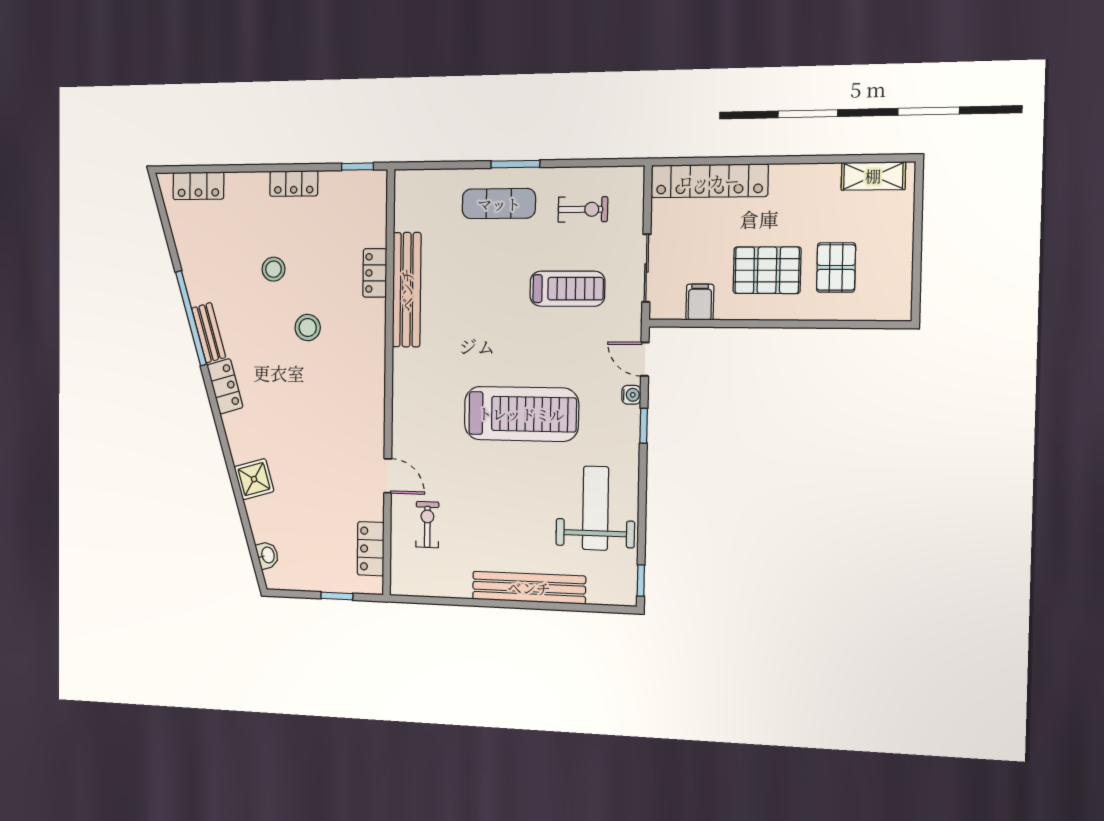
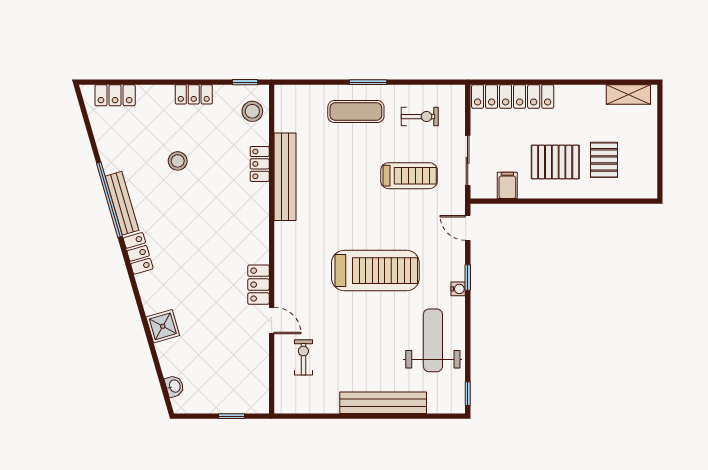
stool: (308, 328) -> (252, 111), moved
bench: (209, 333) -> (122, 203), width x1.36
water cooler: (631, 395) -> (458, 289), moved
locker: (371, 549) -> (258, 285), moved

